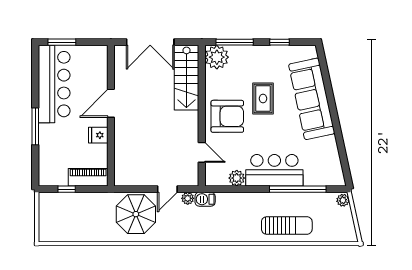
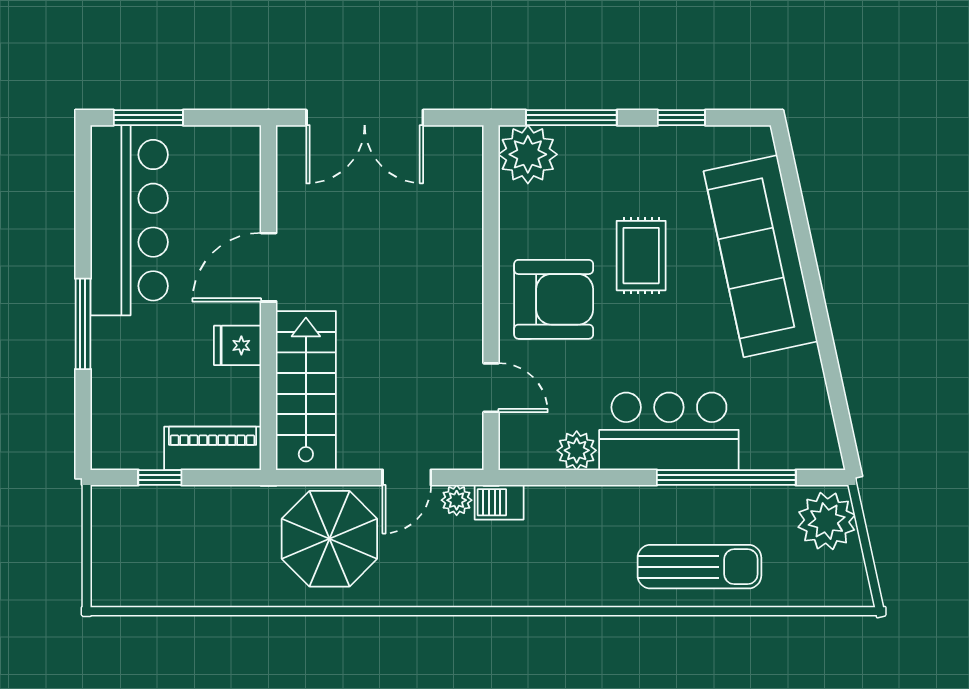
stairs: (186, 78) -> (306, 391), moved, turned 180
plant: (343, 200) -> (827, 521), width x1.88, depth x1.88

